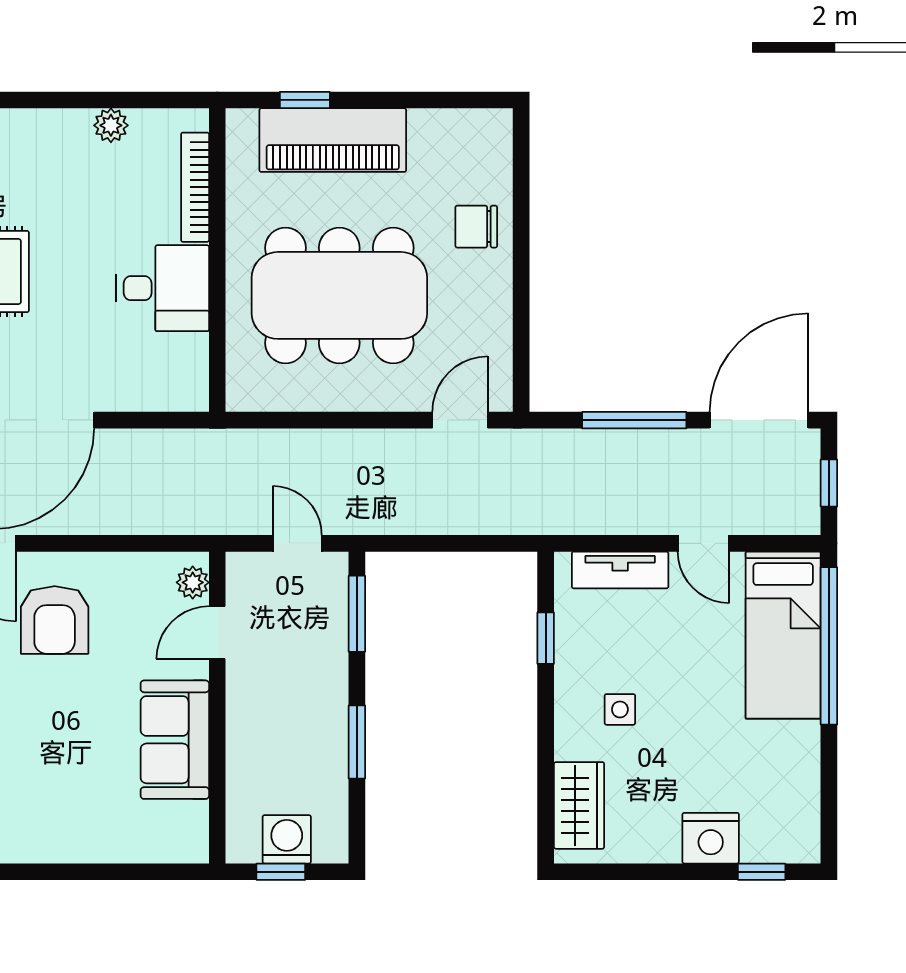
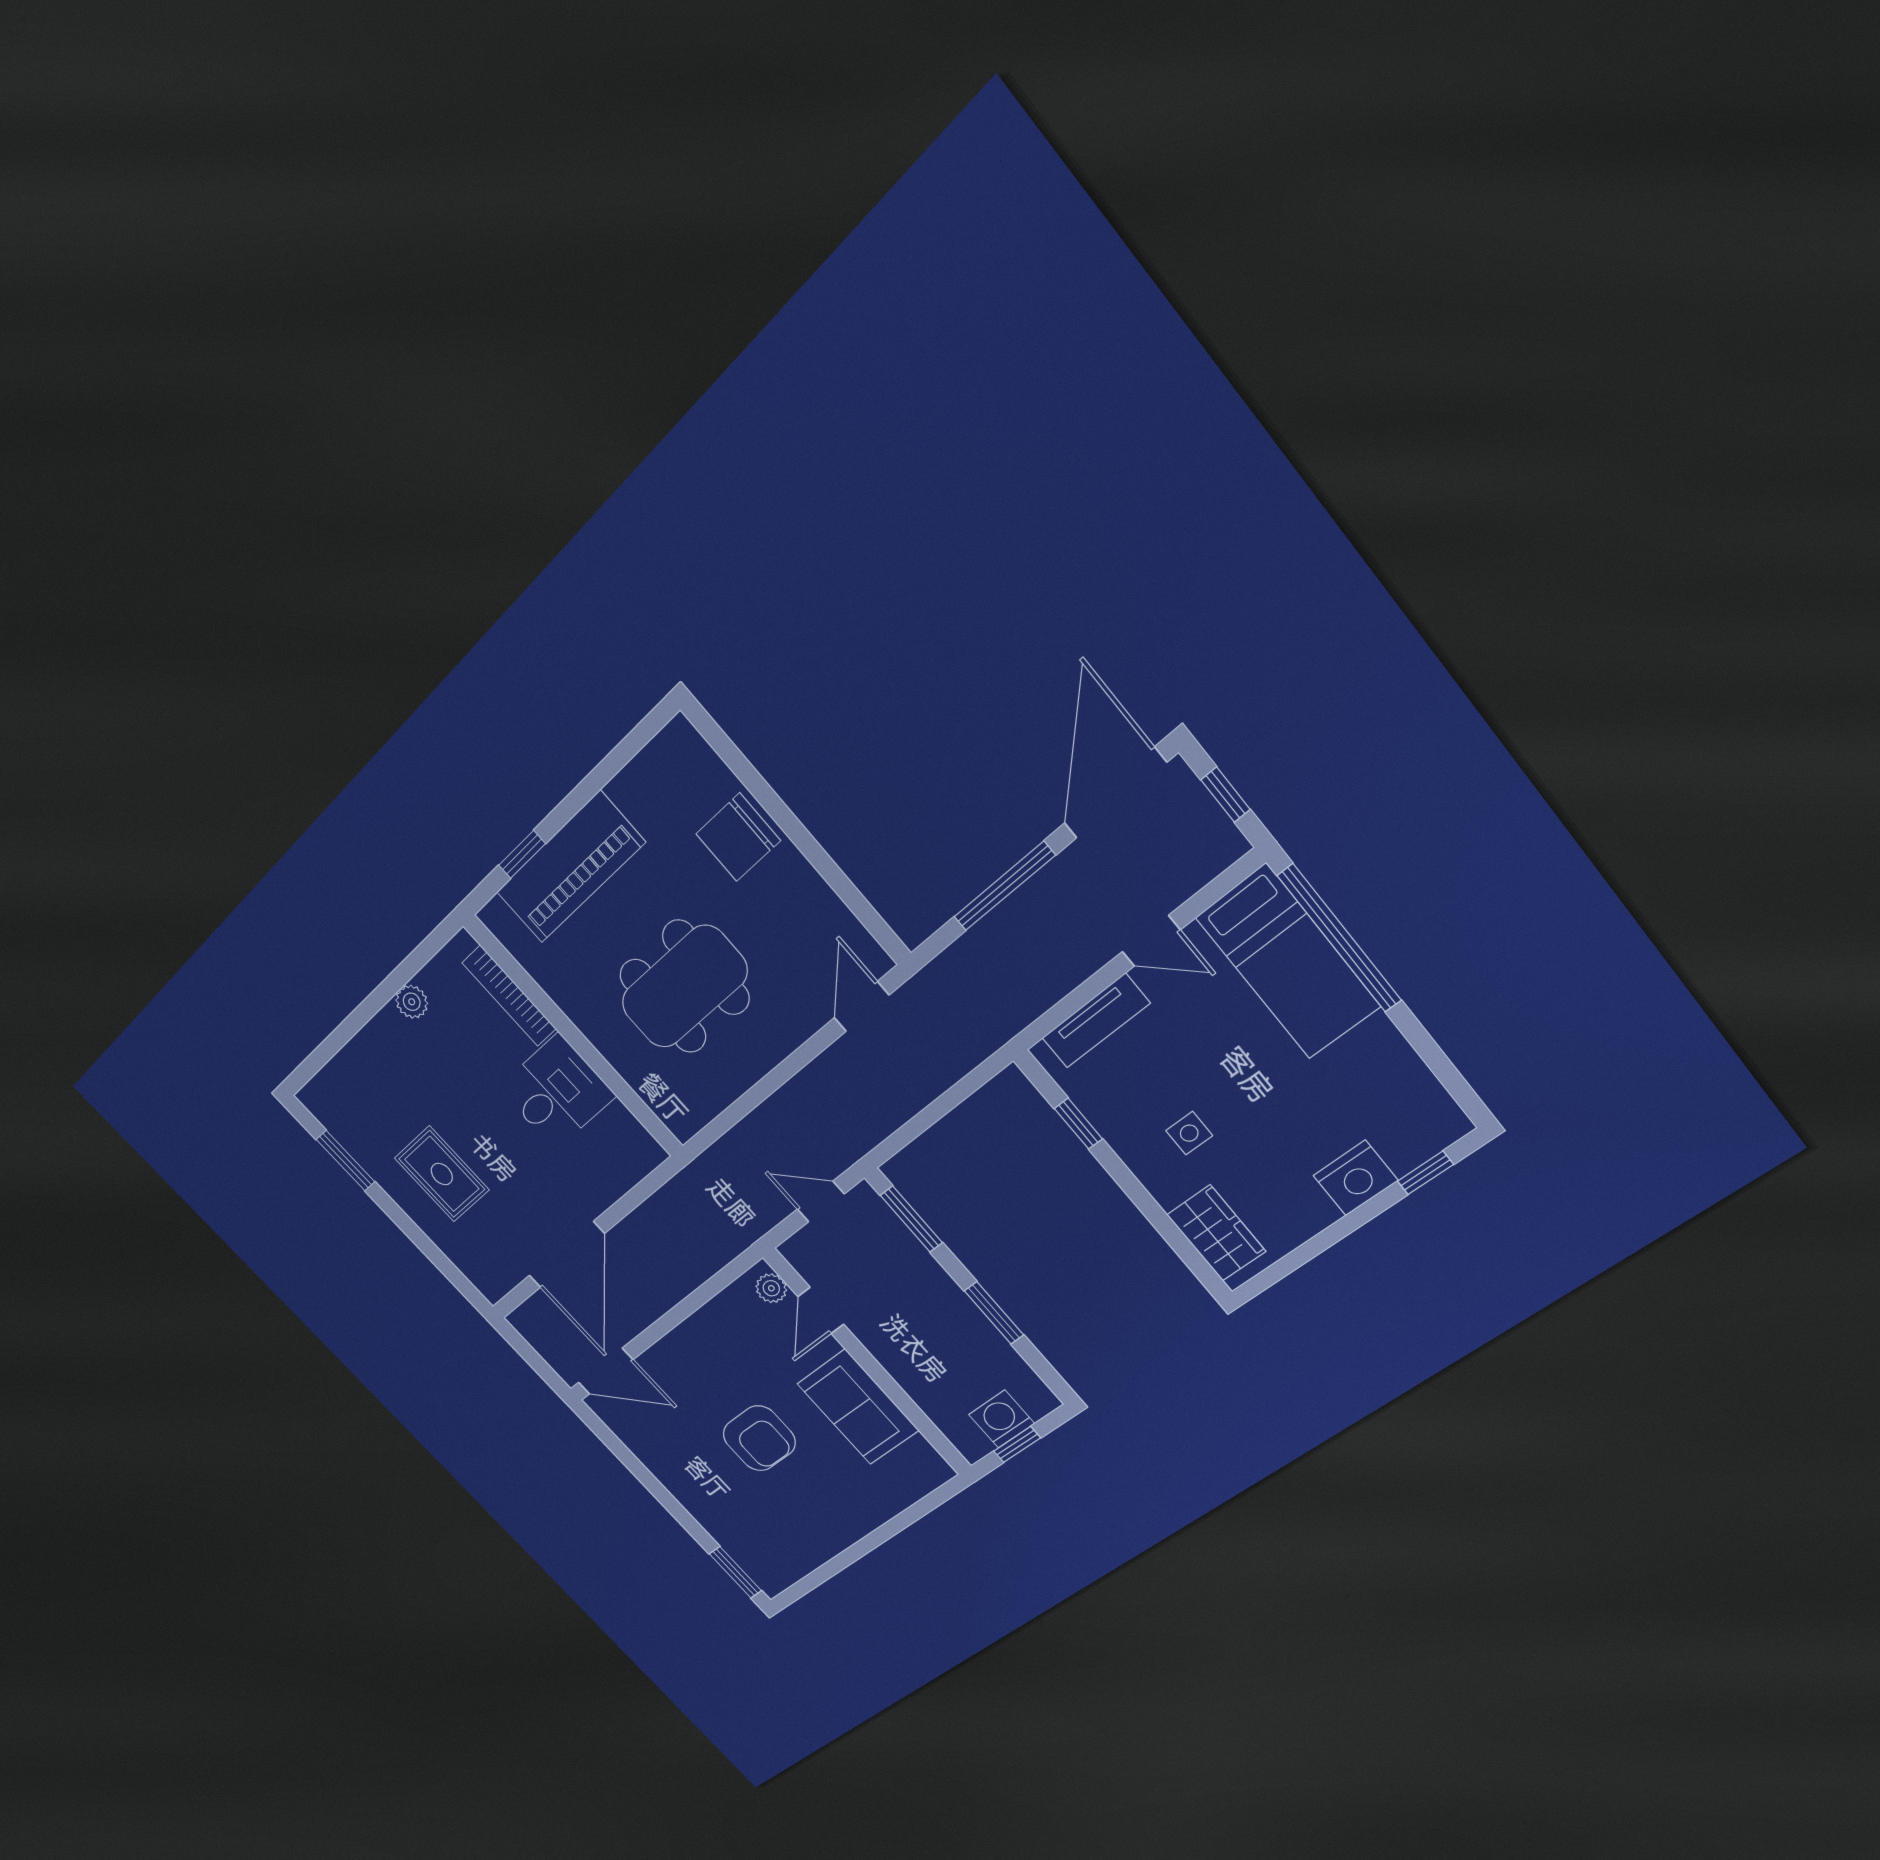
chair: (476, 227) -> (738, 837), width x1.37, depth x1.37
dining table: (339, 295) -> (684, 987), width x0.73, depth x0.80
armchair: (55, 620) -> (759, 1438), moved

